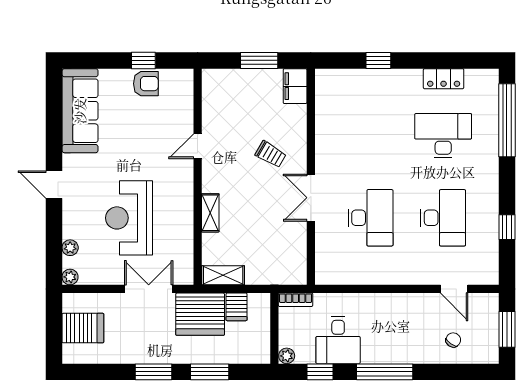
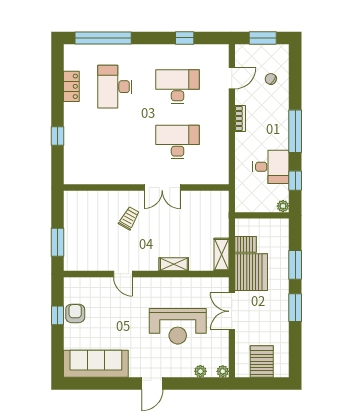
window: (259, 60) -> (58, 242), moved
filing cabinet: (295, 86) -> (77, 200), removed
bookcase: (296, 300) -> (240, 119), moved

